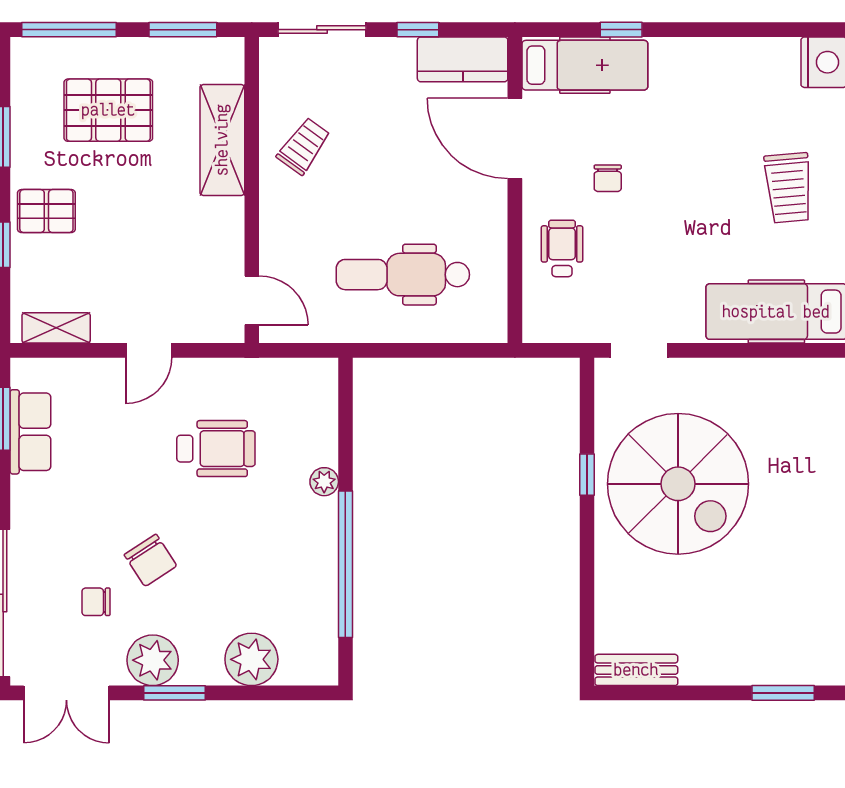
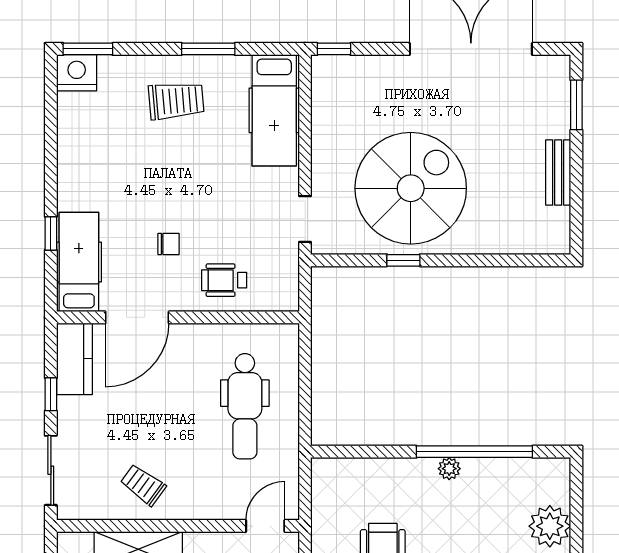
plant: (324, 482) -> (449, 469), moved
bench: (636, 670) -> (558, 173), moved

